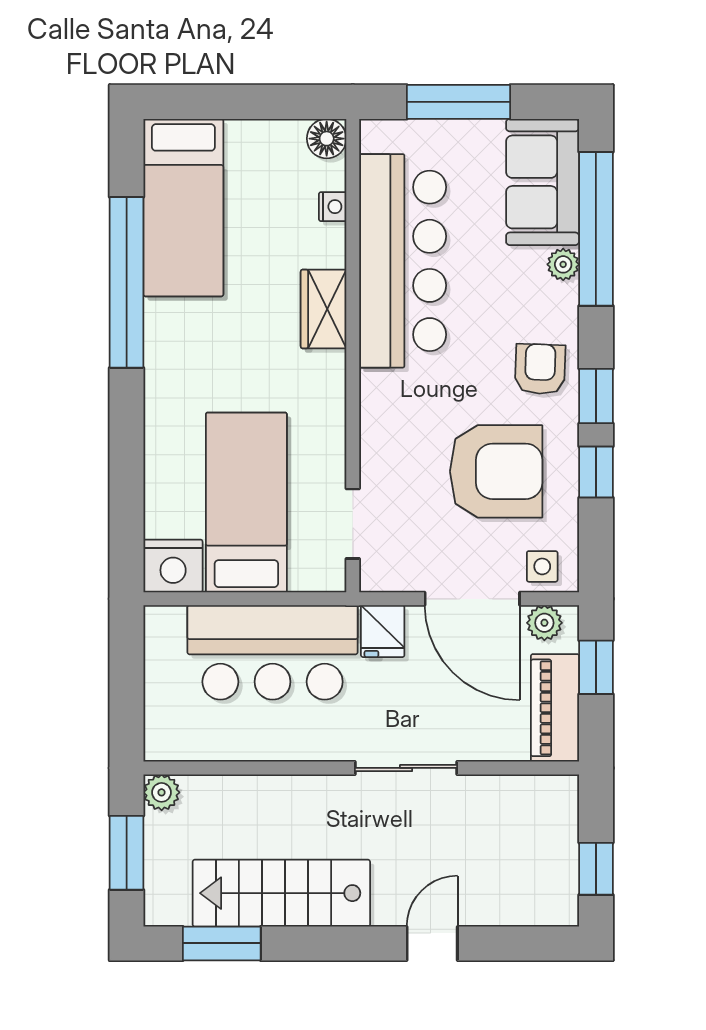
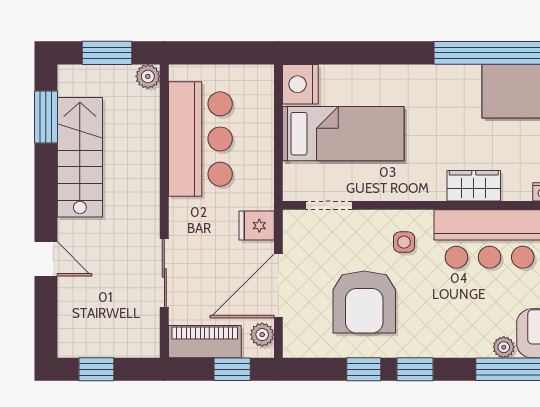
armchair: (540, 369) -> (433, 332), removed
side table: (542, 566) -> (404, 242), moved
bar counter: (273, 652) -> (200, 139), moved, turned 180
sliding door: (406, 768) -> (164, 273), moved

